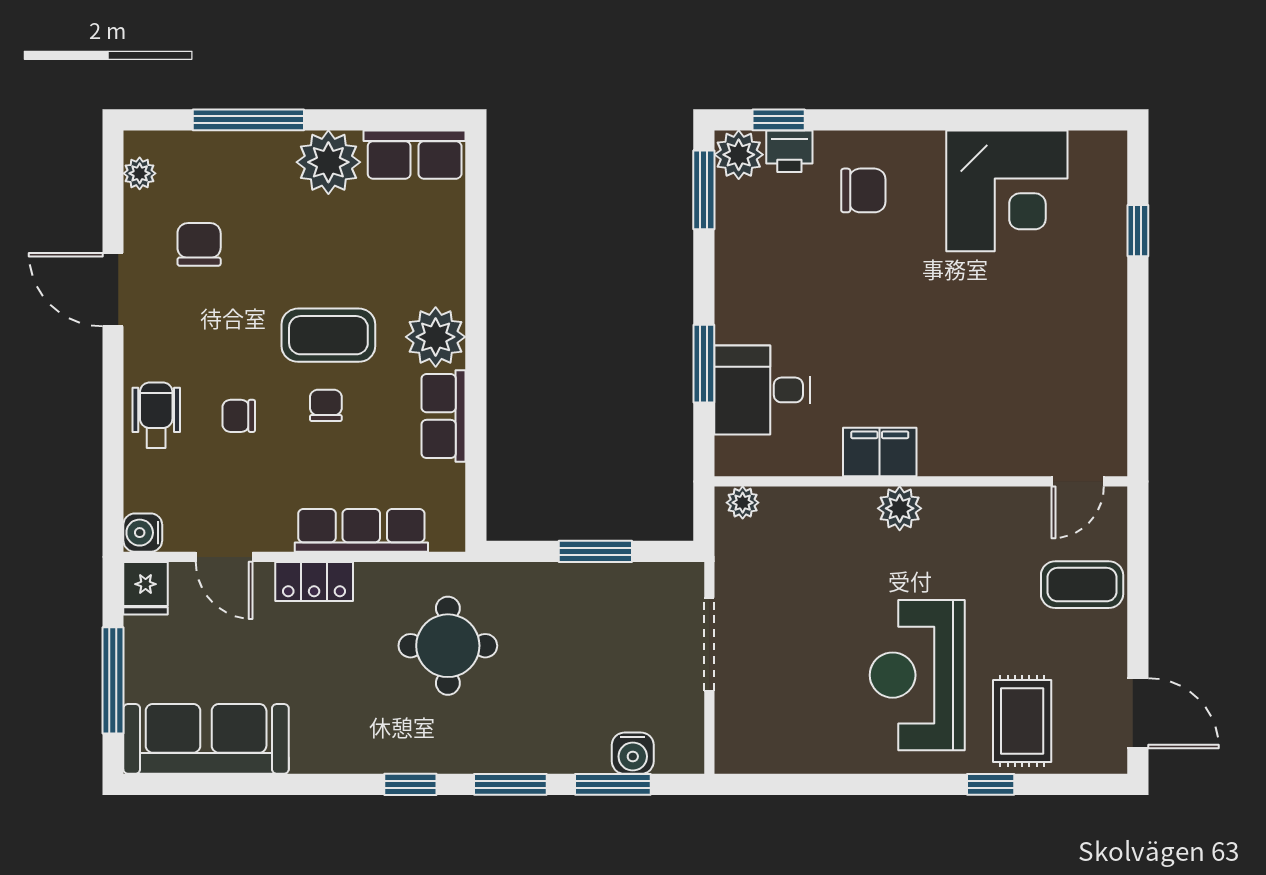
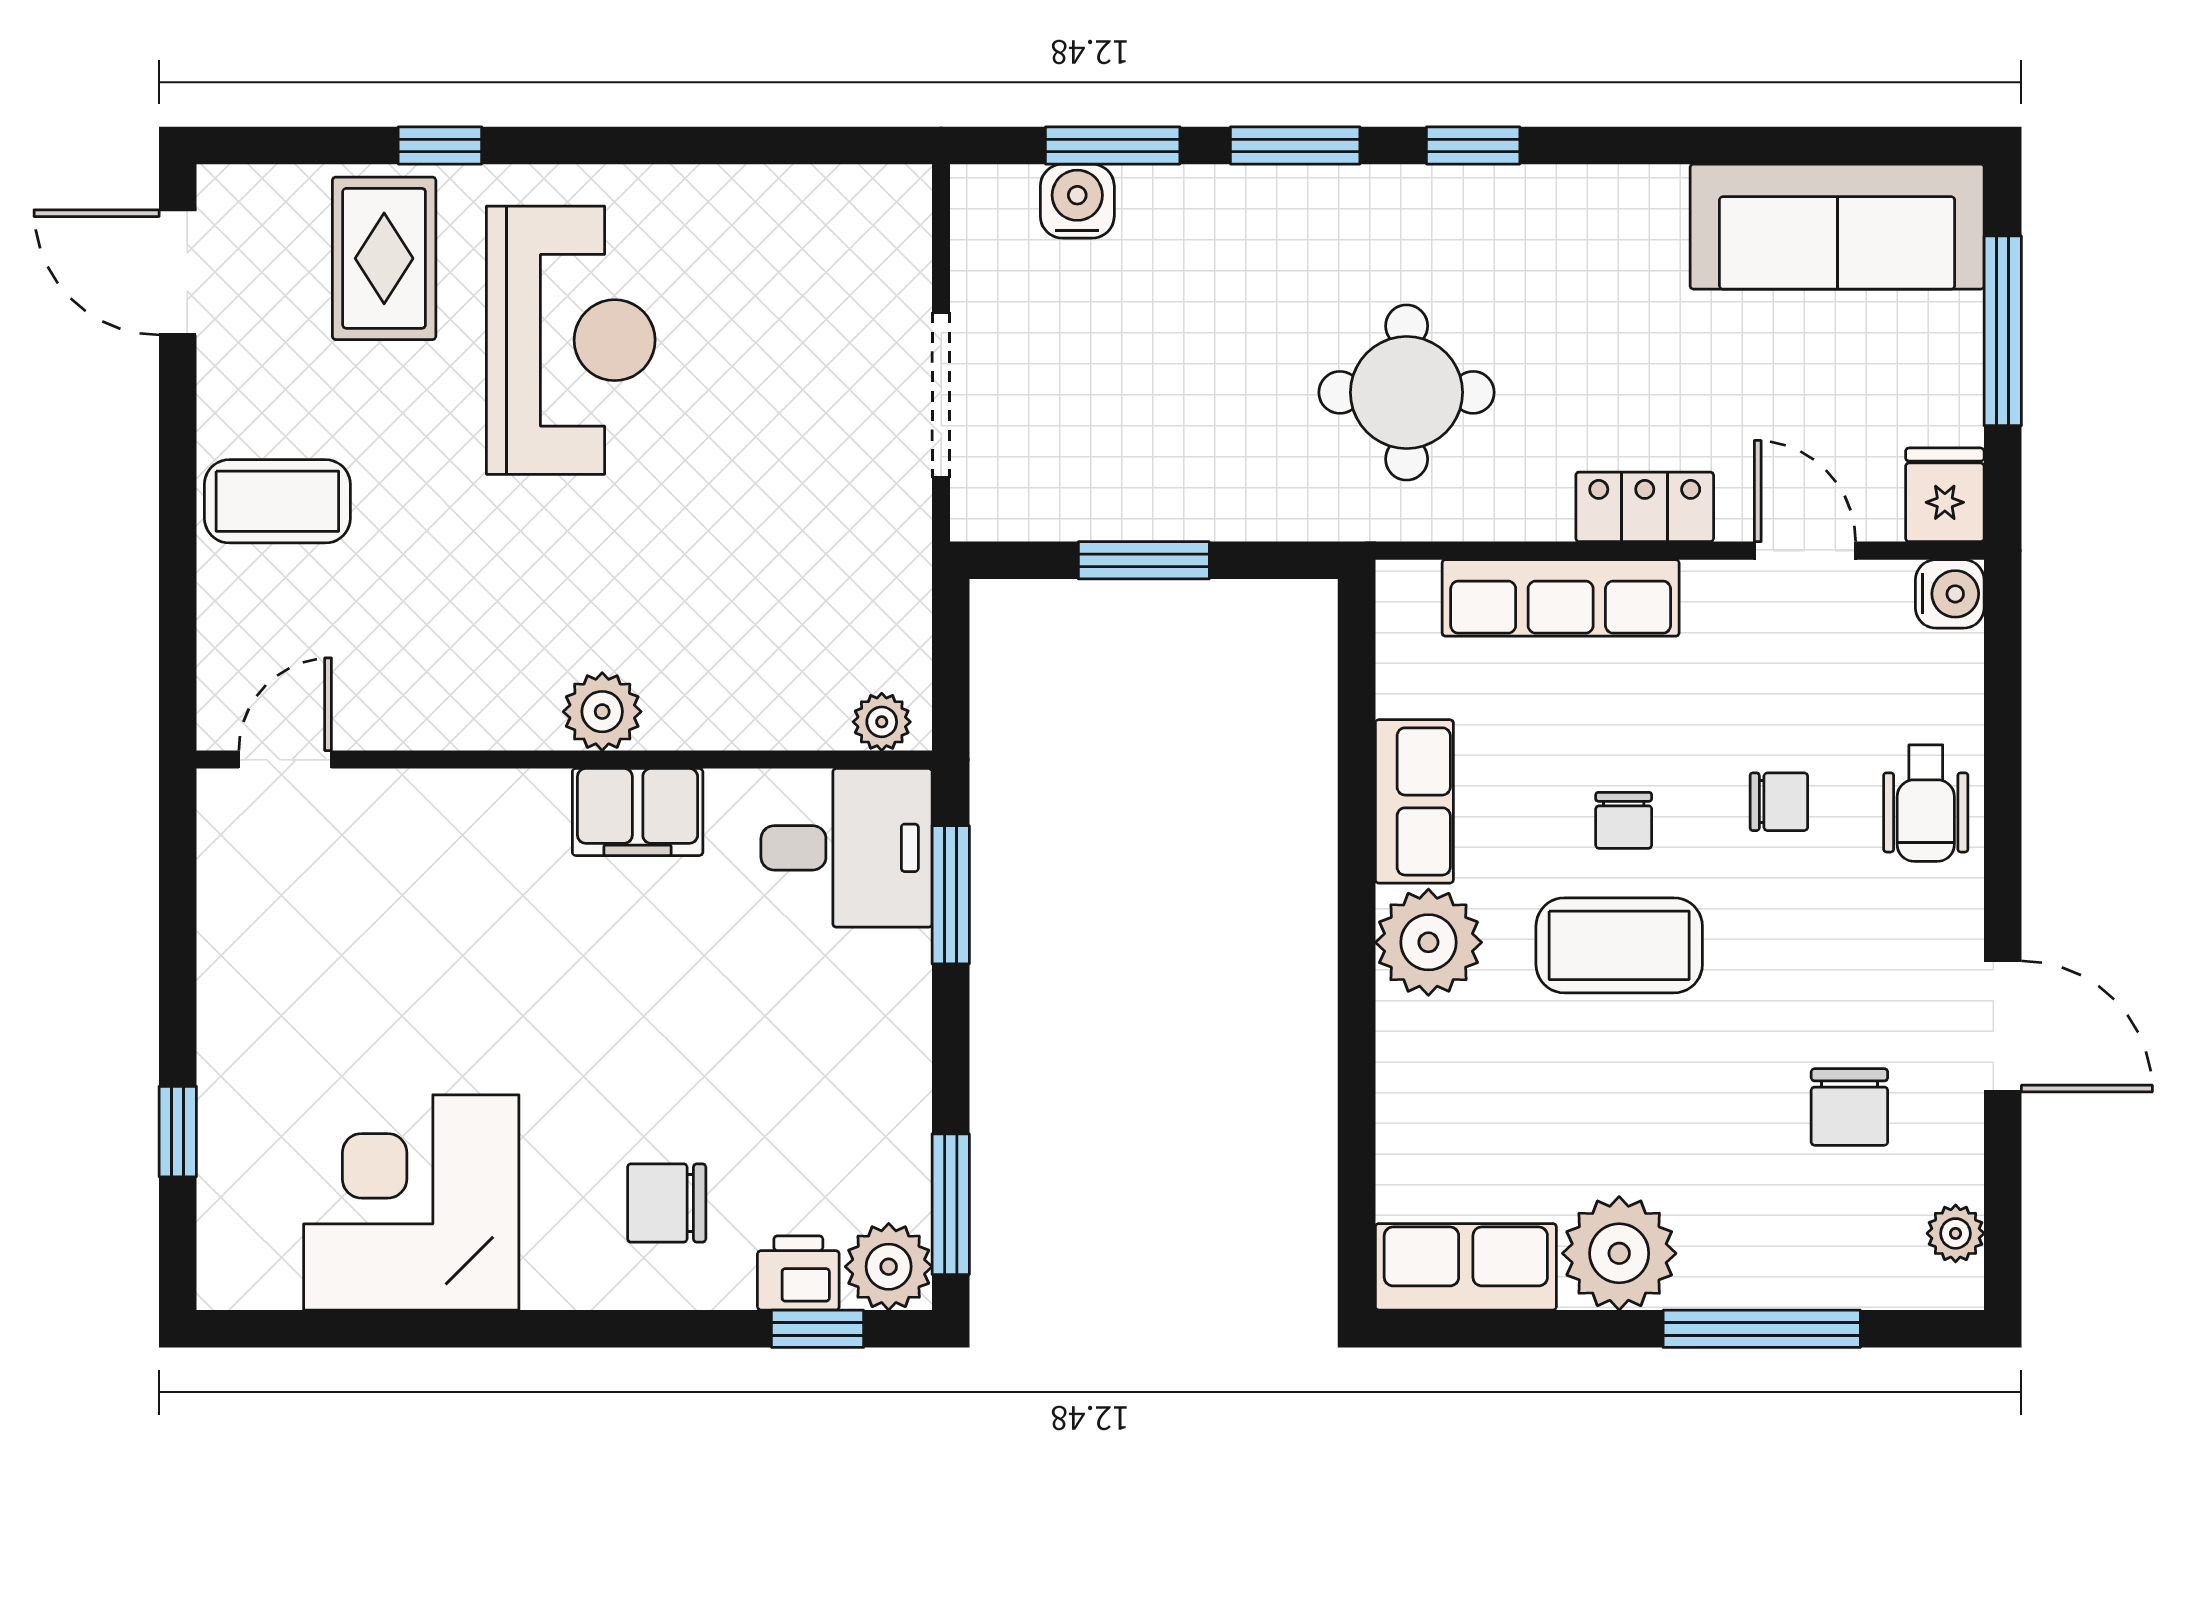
filing cabinet: (880, 452) -> (638, 812), moved
wall: (921, 481) -> (564, 760), moved
door: (1078, 481) -> (285, 760), moved
plant: (743, 503) -> (882, 722), moved
plant: (900, 508) -> (602, 712), moved

